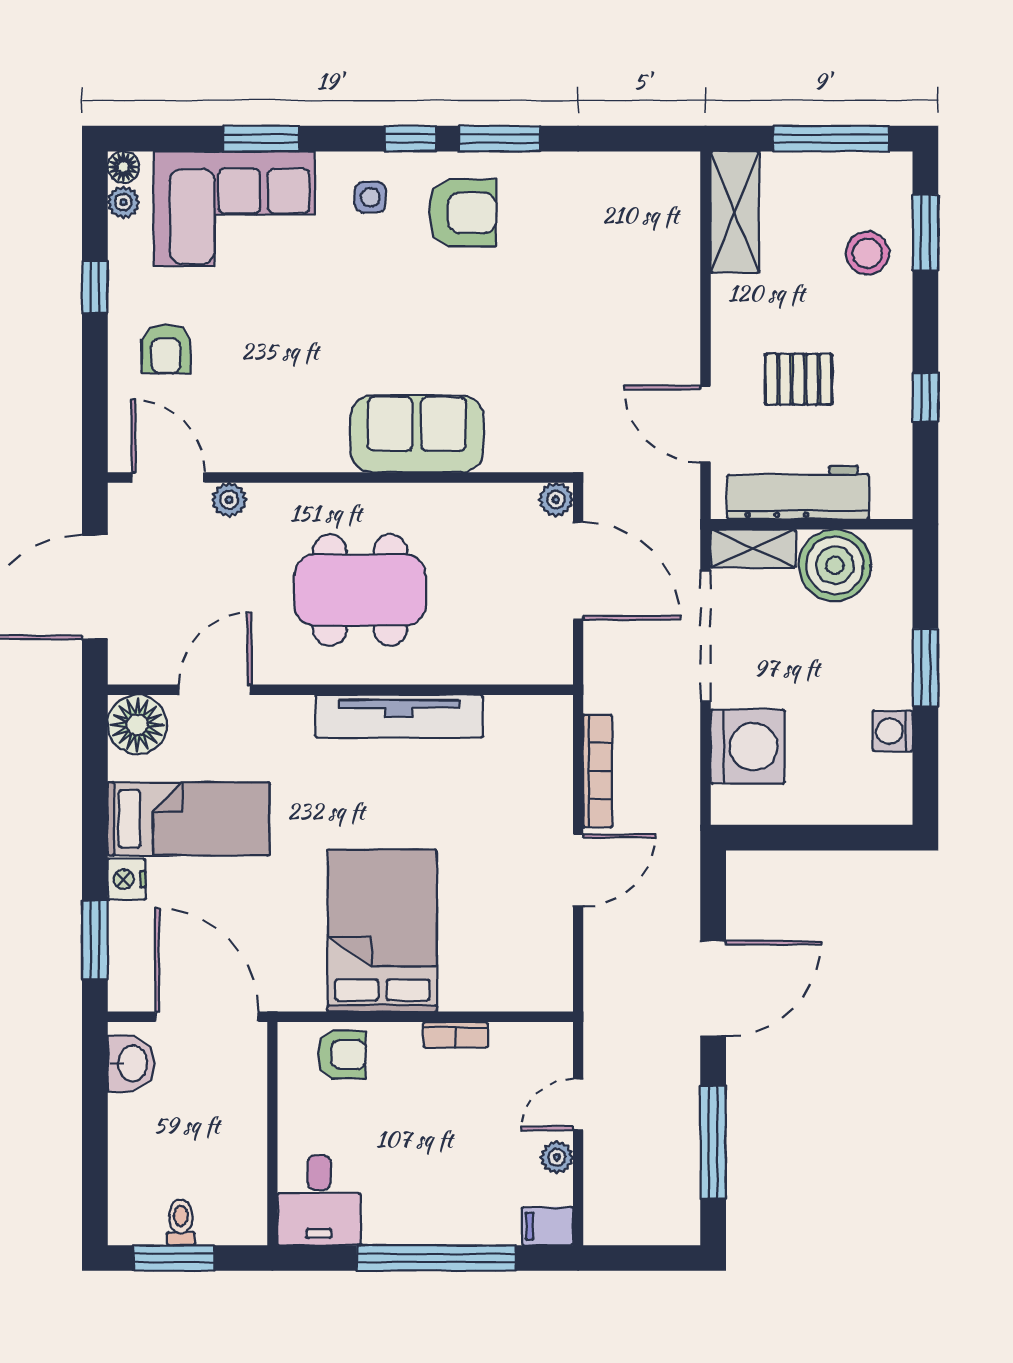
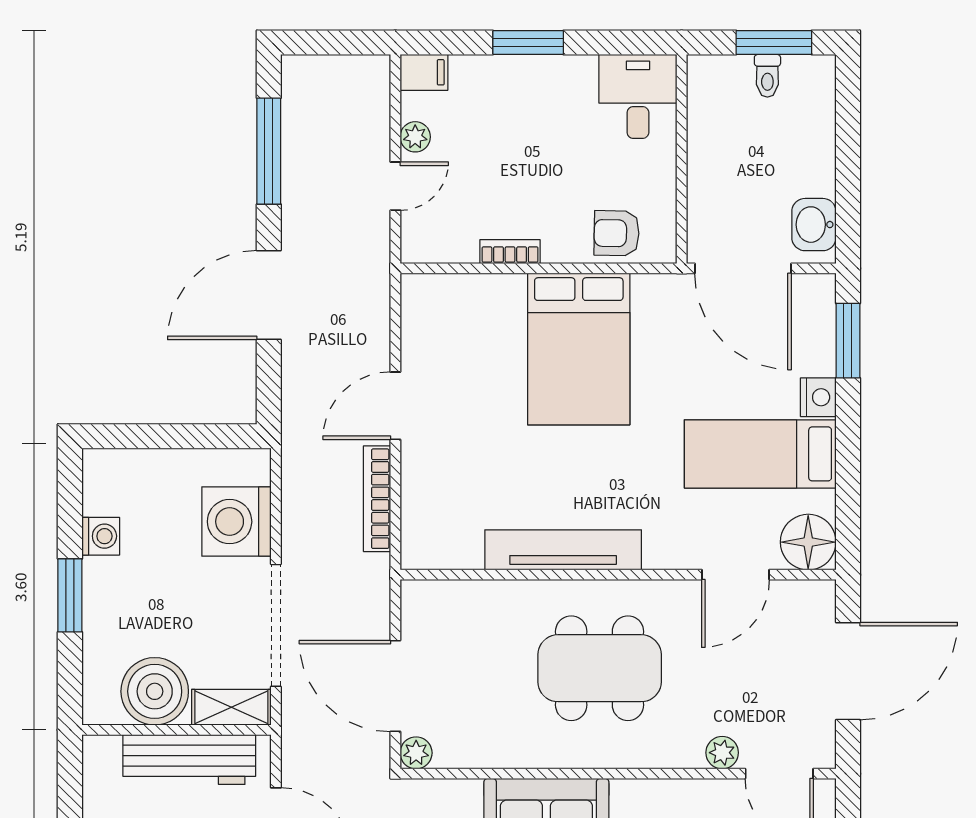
window: (436, 1258) -> (528, 42), width x0.47

